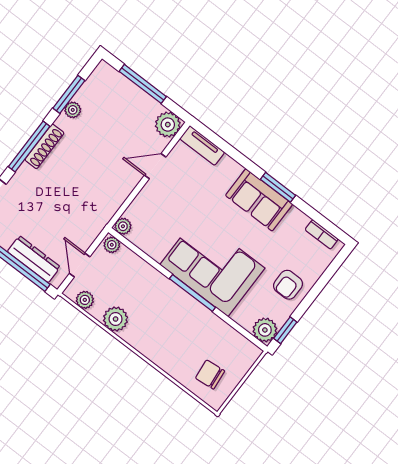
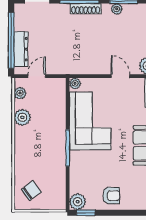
plant: (112, 245) -> (61, 85), removed
corner sofa: (212, 266) -> (90, 121), moved
armchair: (288, 285) -> (111, 196), turned 180
chair: (210, 375) -> (31, 191), turned 59

